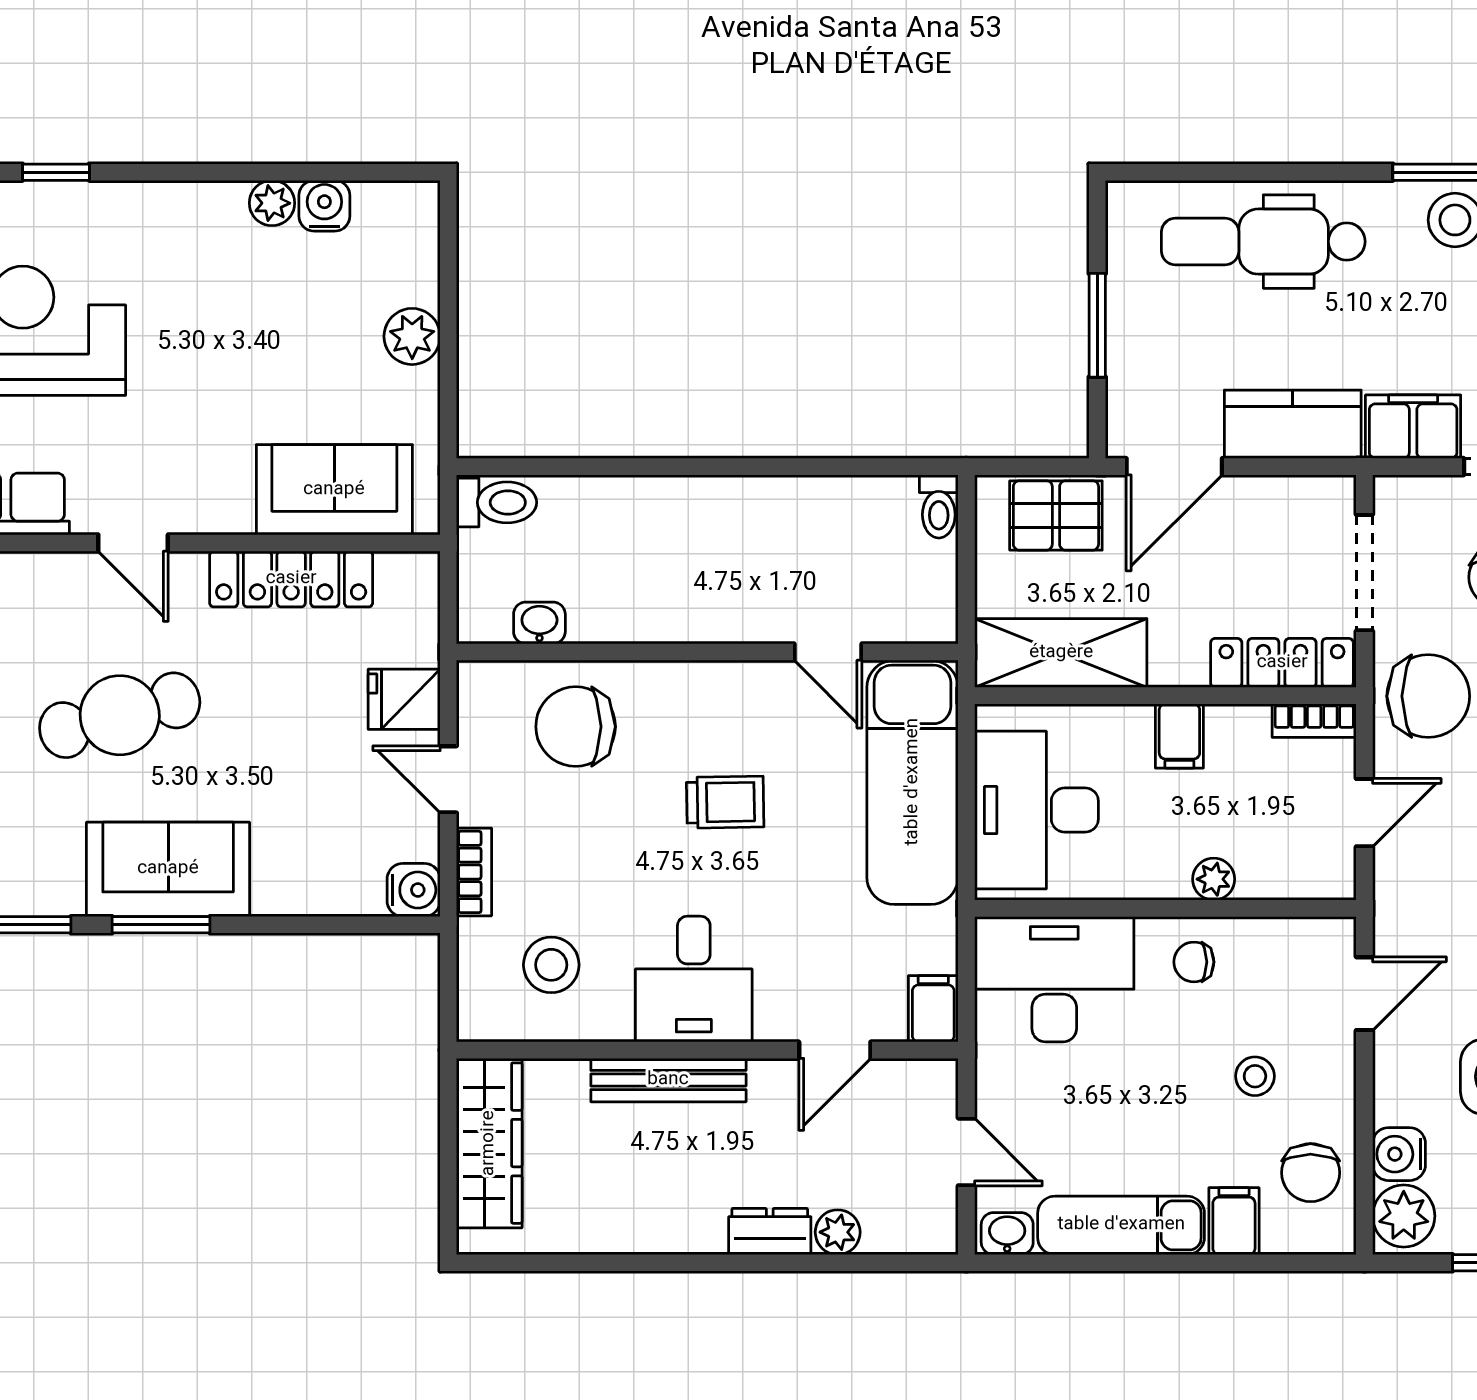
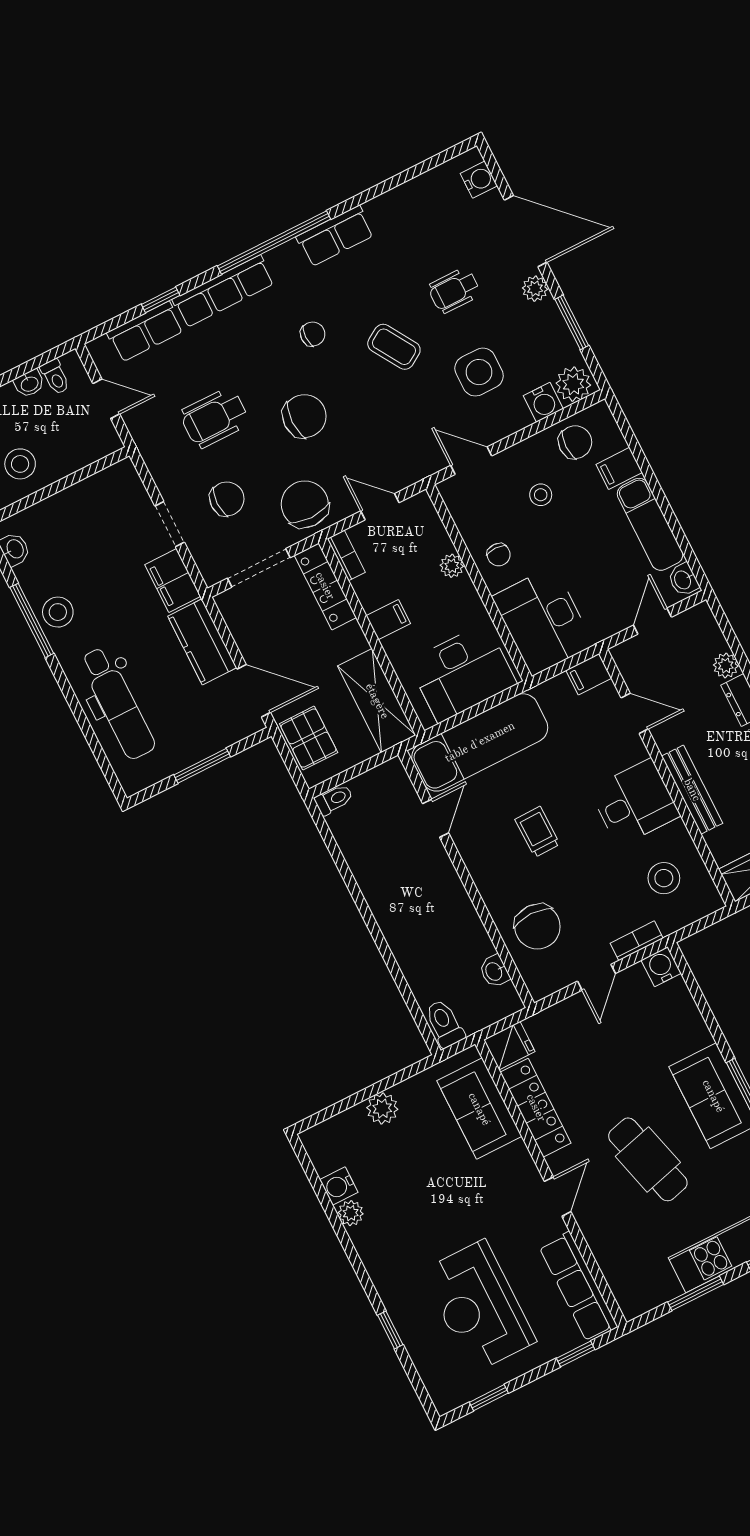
fridge: (404, 699) -> (509, 1046), moved, turned -90

